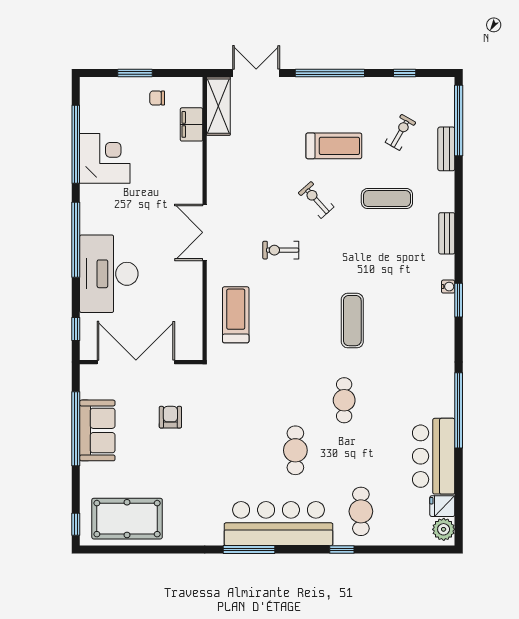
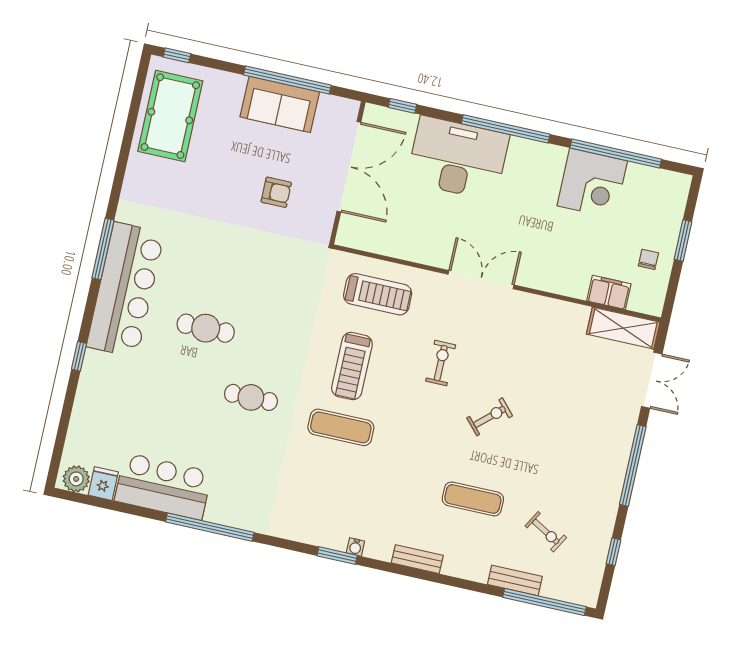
treadmill: (334, 146) -> (352, 366), moved
exercise mat: (387, 199) -> (473, 499), turned 90
cafe table: (361, 511) -> (118, 388), removed

